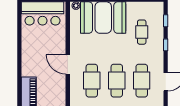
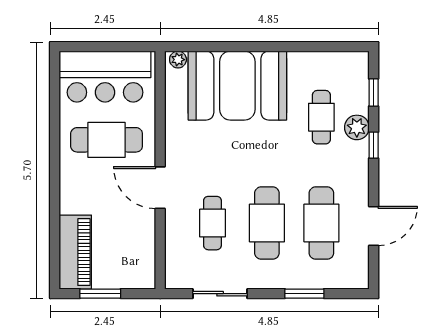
plant: (158, 37) -> (357, 127), added
cafe table: (43, 42) -> (107, 140), added
cafe table: (92, 81) -> (212, 223), width x0.73, depth x0.74

